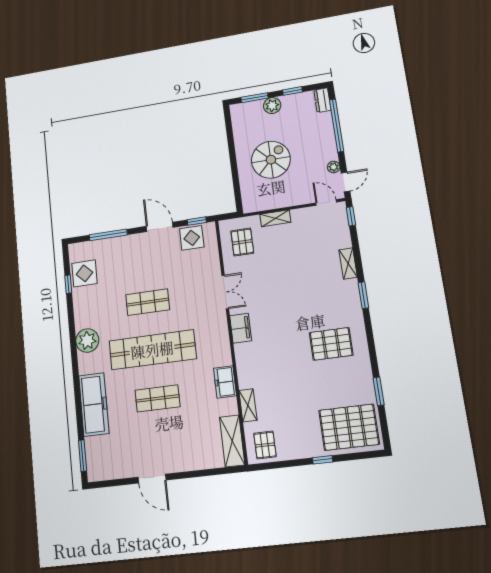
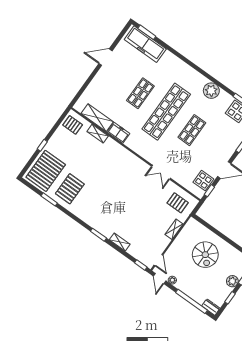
door: (326, 202) -> (158, 260), hinge flipped
filing cabinet: (241, 328) -> (137, 164), removed
plant: (87, 341) -> (211, 91), moved
pallet: (331, 344) -> (70, 189), moved
freezer: (94, 404) -> (145, 44), moved
shelving: (232, 441) -> (97, 118), moved

